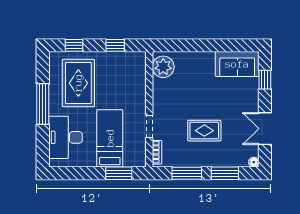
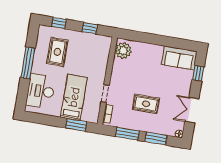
rug: (78, 83) -> (57, 52), width x0.73, depth x0.70

